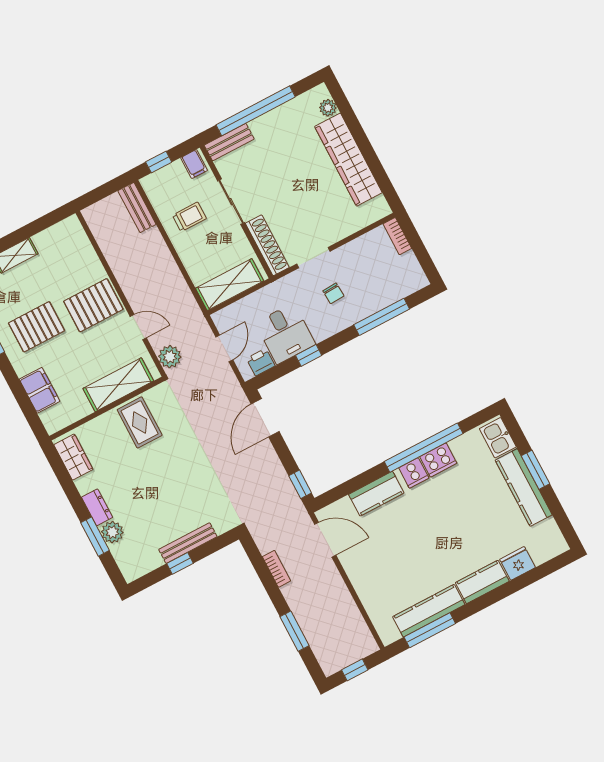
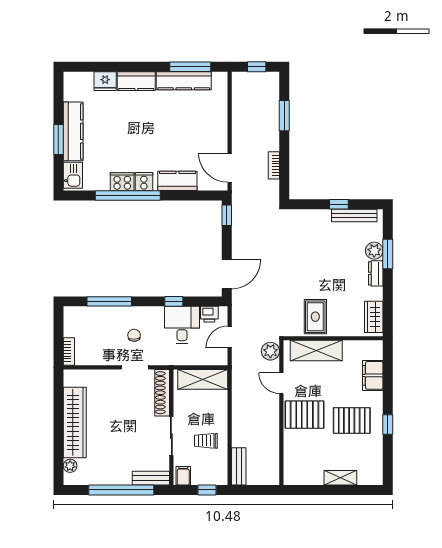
bench: (188, 543) -> (354, 216), moved

